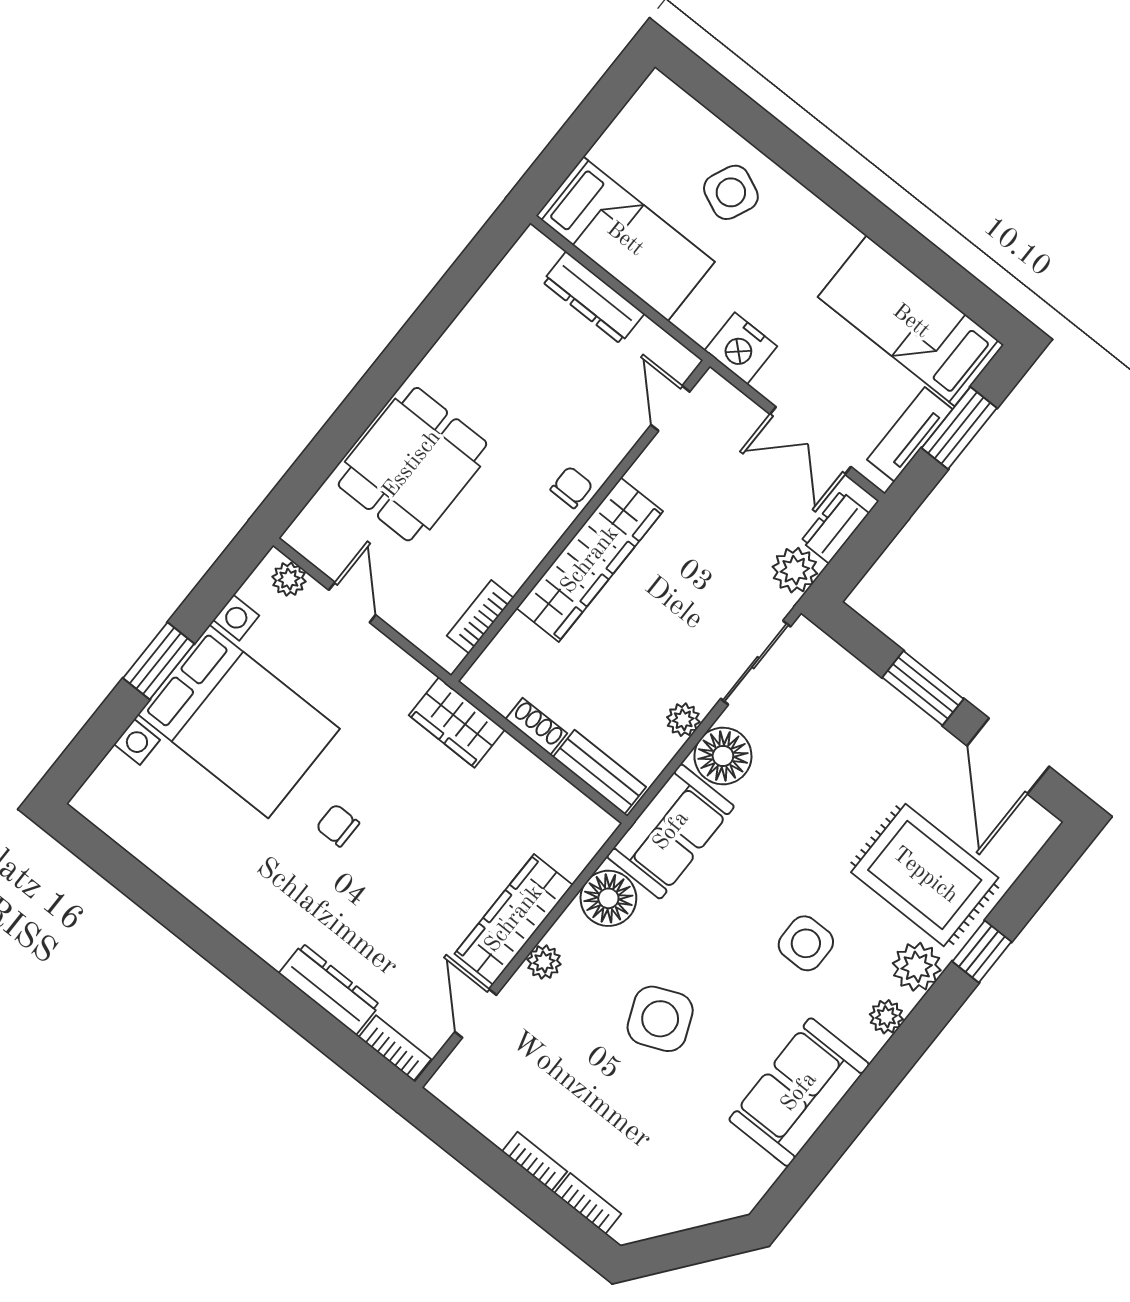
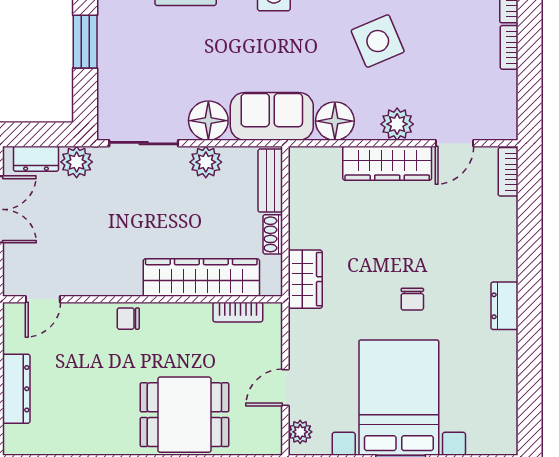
wardrobe: (590, 560) -> (201, 278), moved
plant: (683, 720) -> (206, 162), width x1.38, depth x1.38
plant: (544, 962) -> (397, 124), width x1.38, depth x1.38
dresser: (329, 989) -> (504, 306), moved, width x0.70

